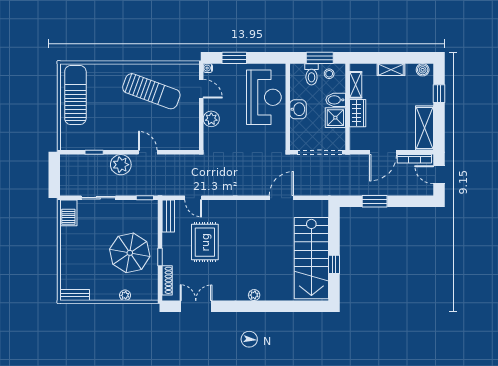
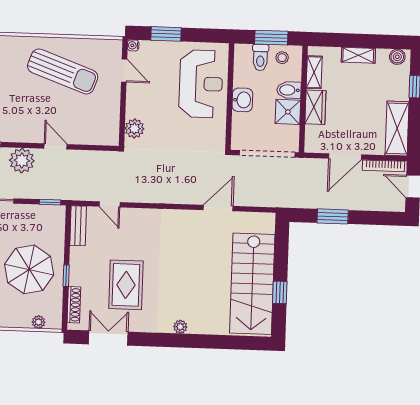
plant: (211, 119) -> (134, 128), moved
rug: (205, 242) -> (126, 285), moved
plant: (125, 295) -> (38, 322), moved

